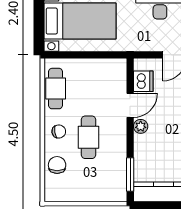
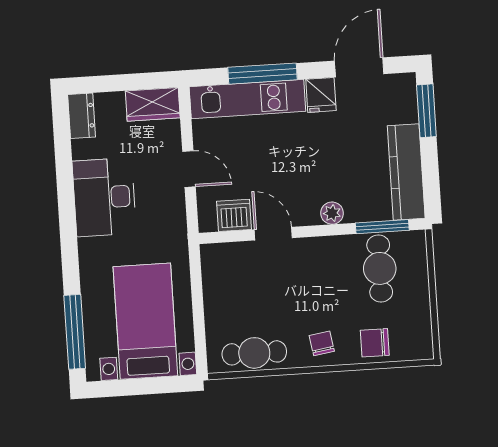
plant: (141, 126) -> (332, 213), moved
cafe table: (89, 137) -> (380, 268), moved, turned 90

